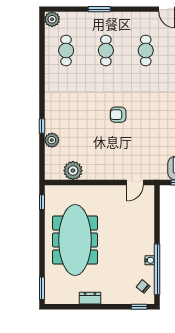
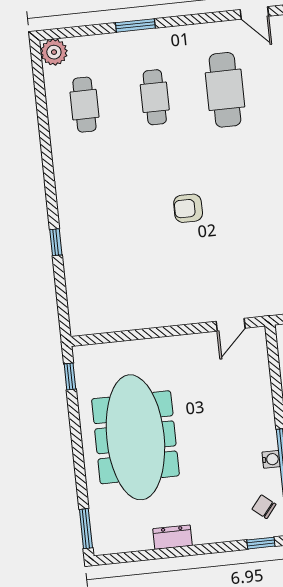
cafe table: (146, 50) -> (225, 90), width x1.37, depth x1.35
plant: (52, 140) -> (76, 265), removed
plant: (73, 171) -> (119, 315), removed

